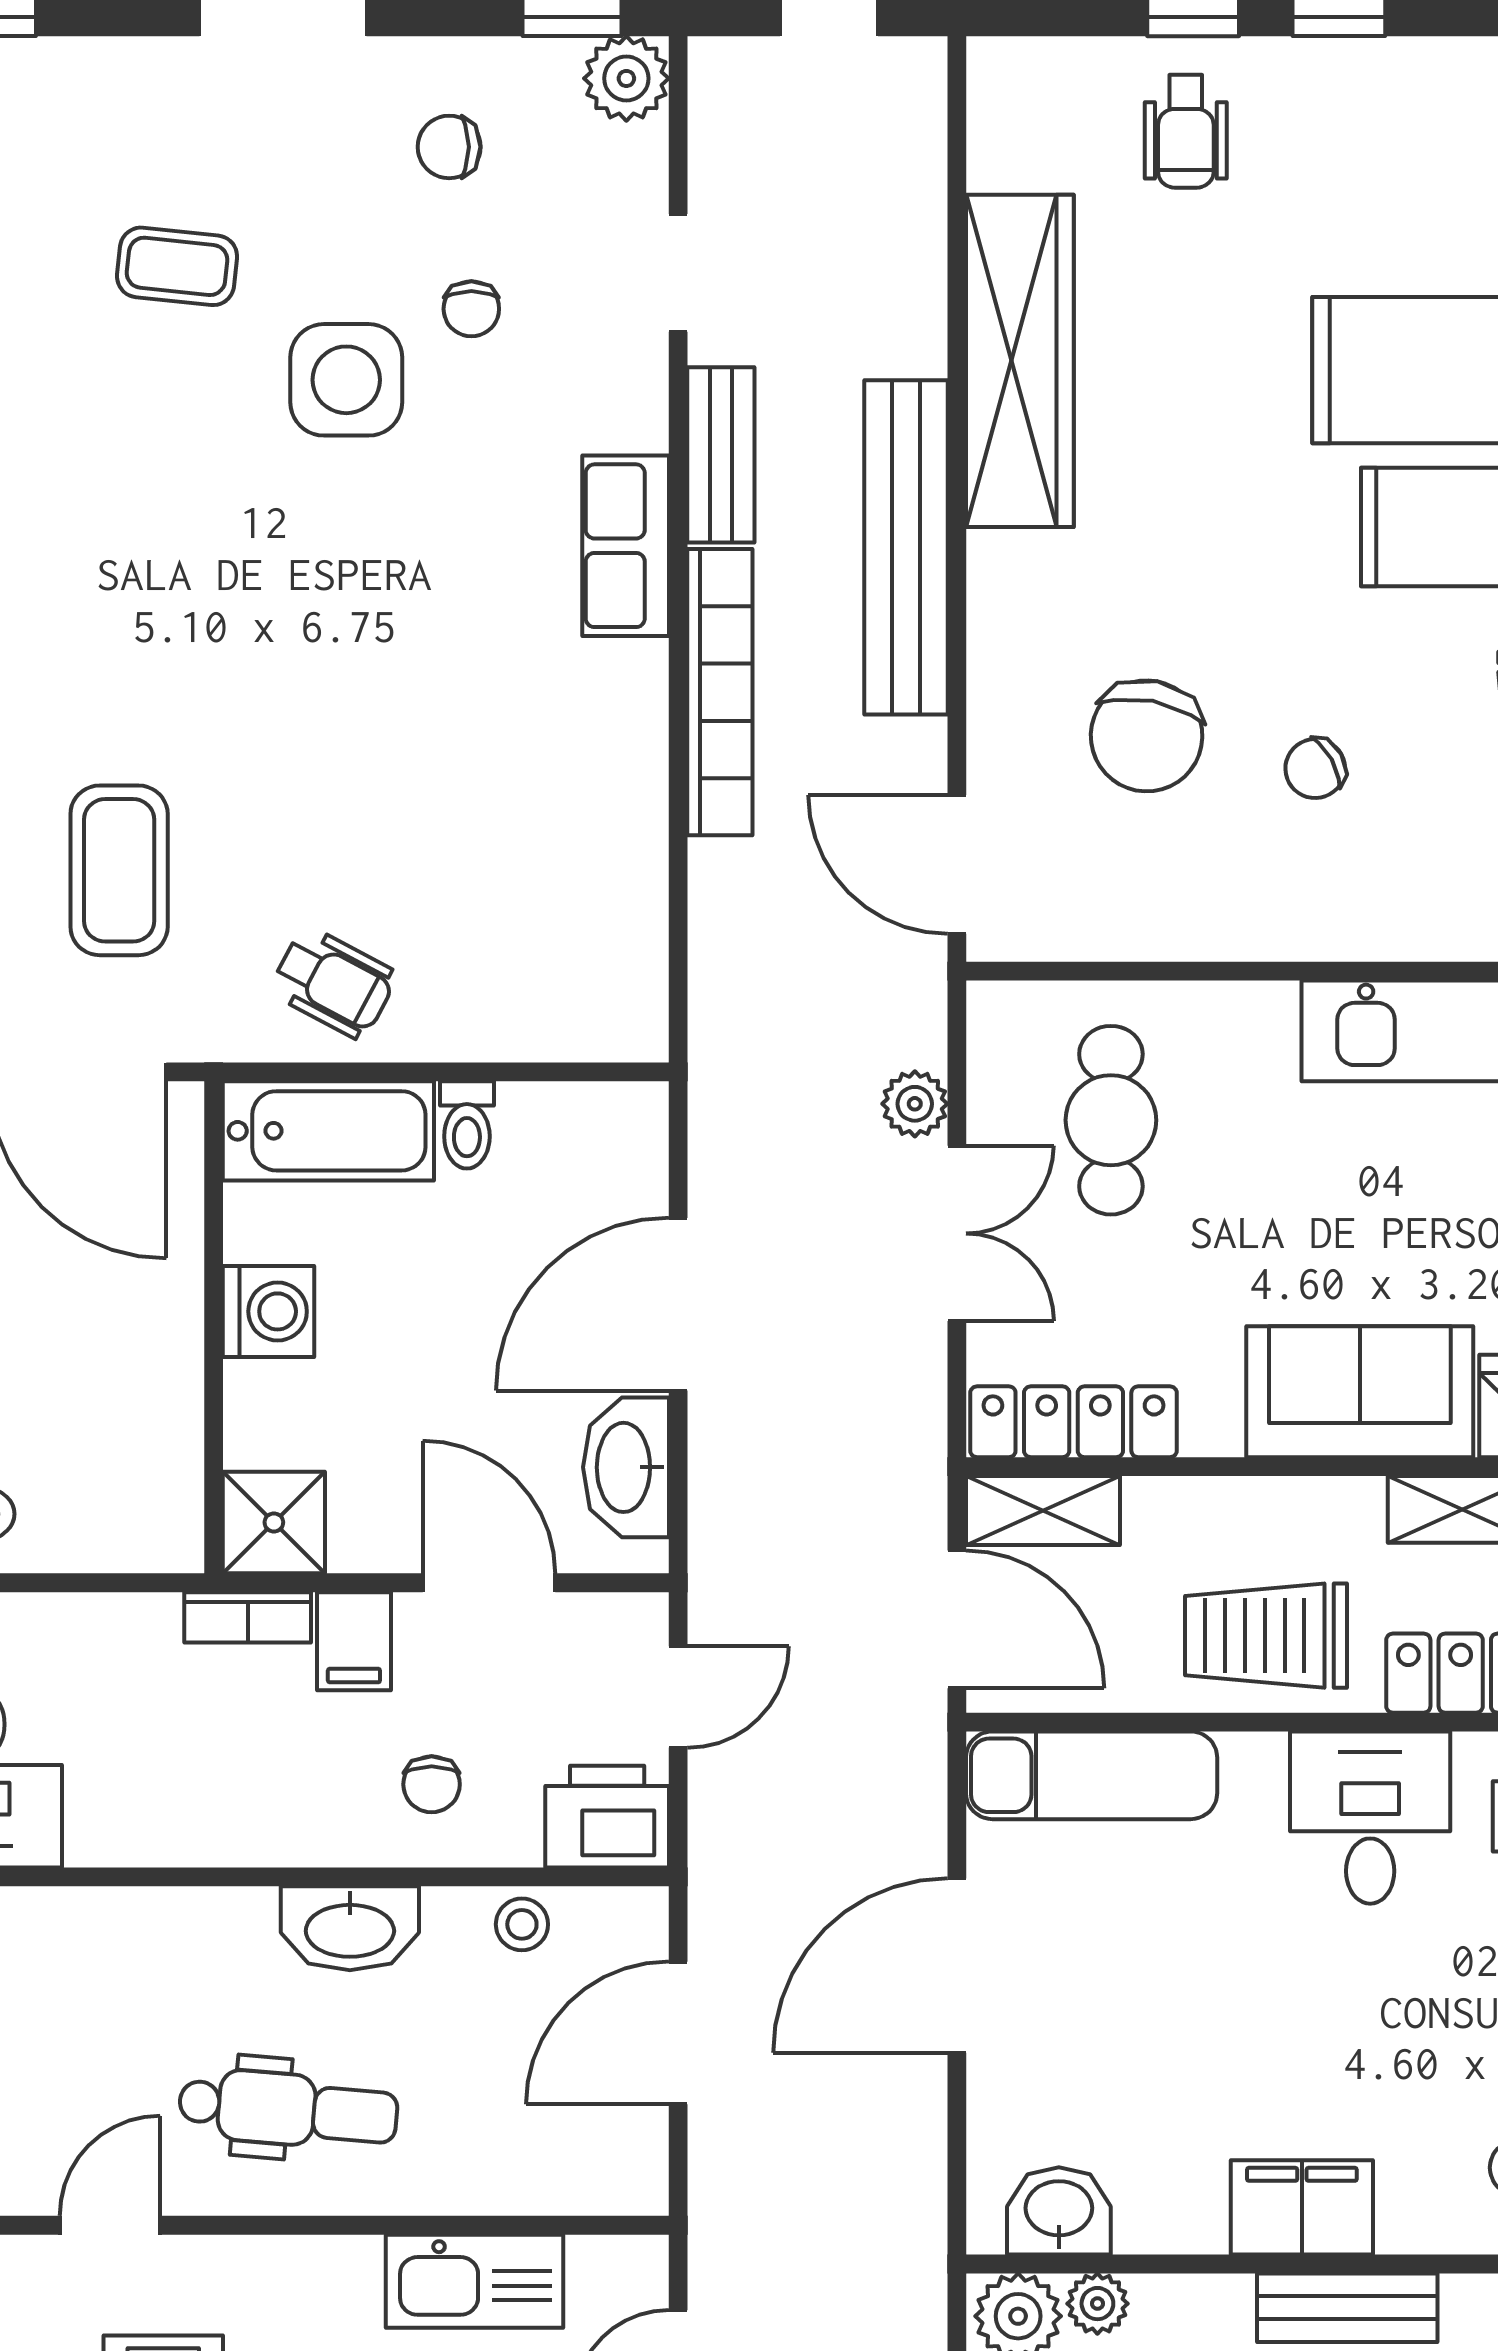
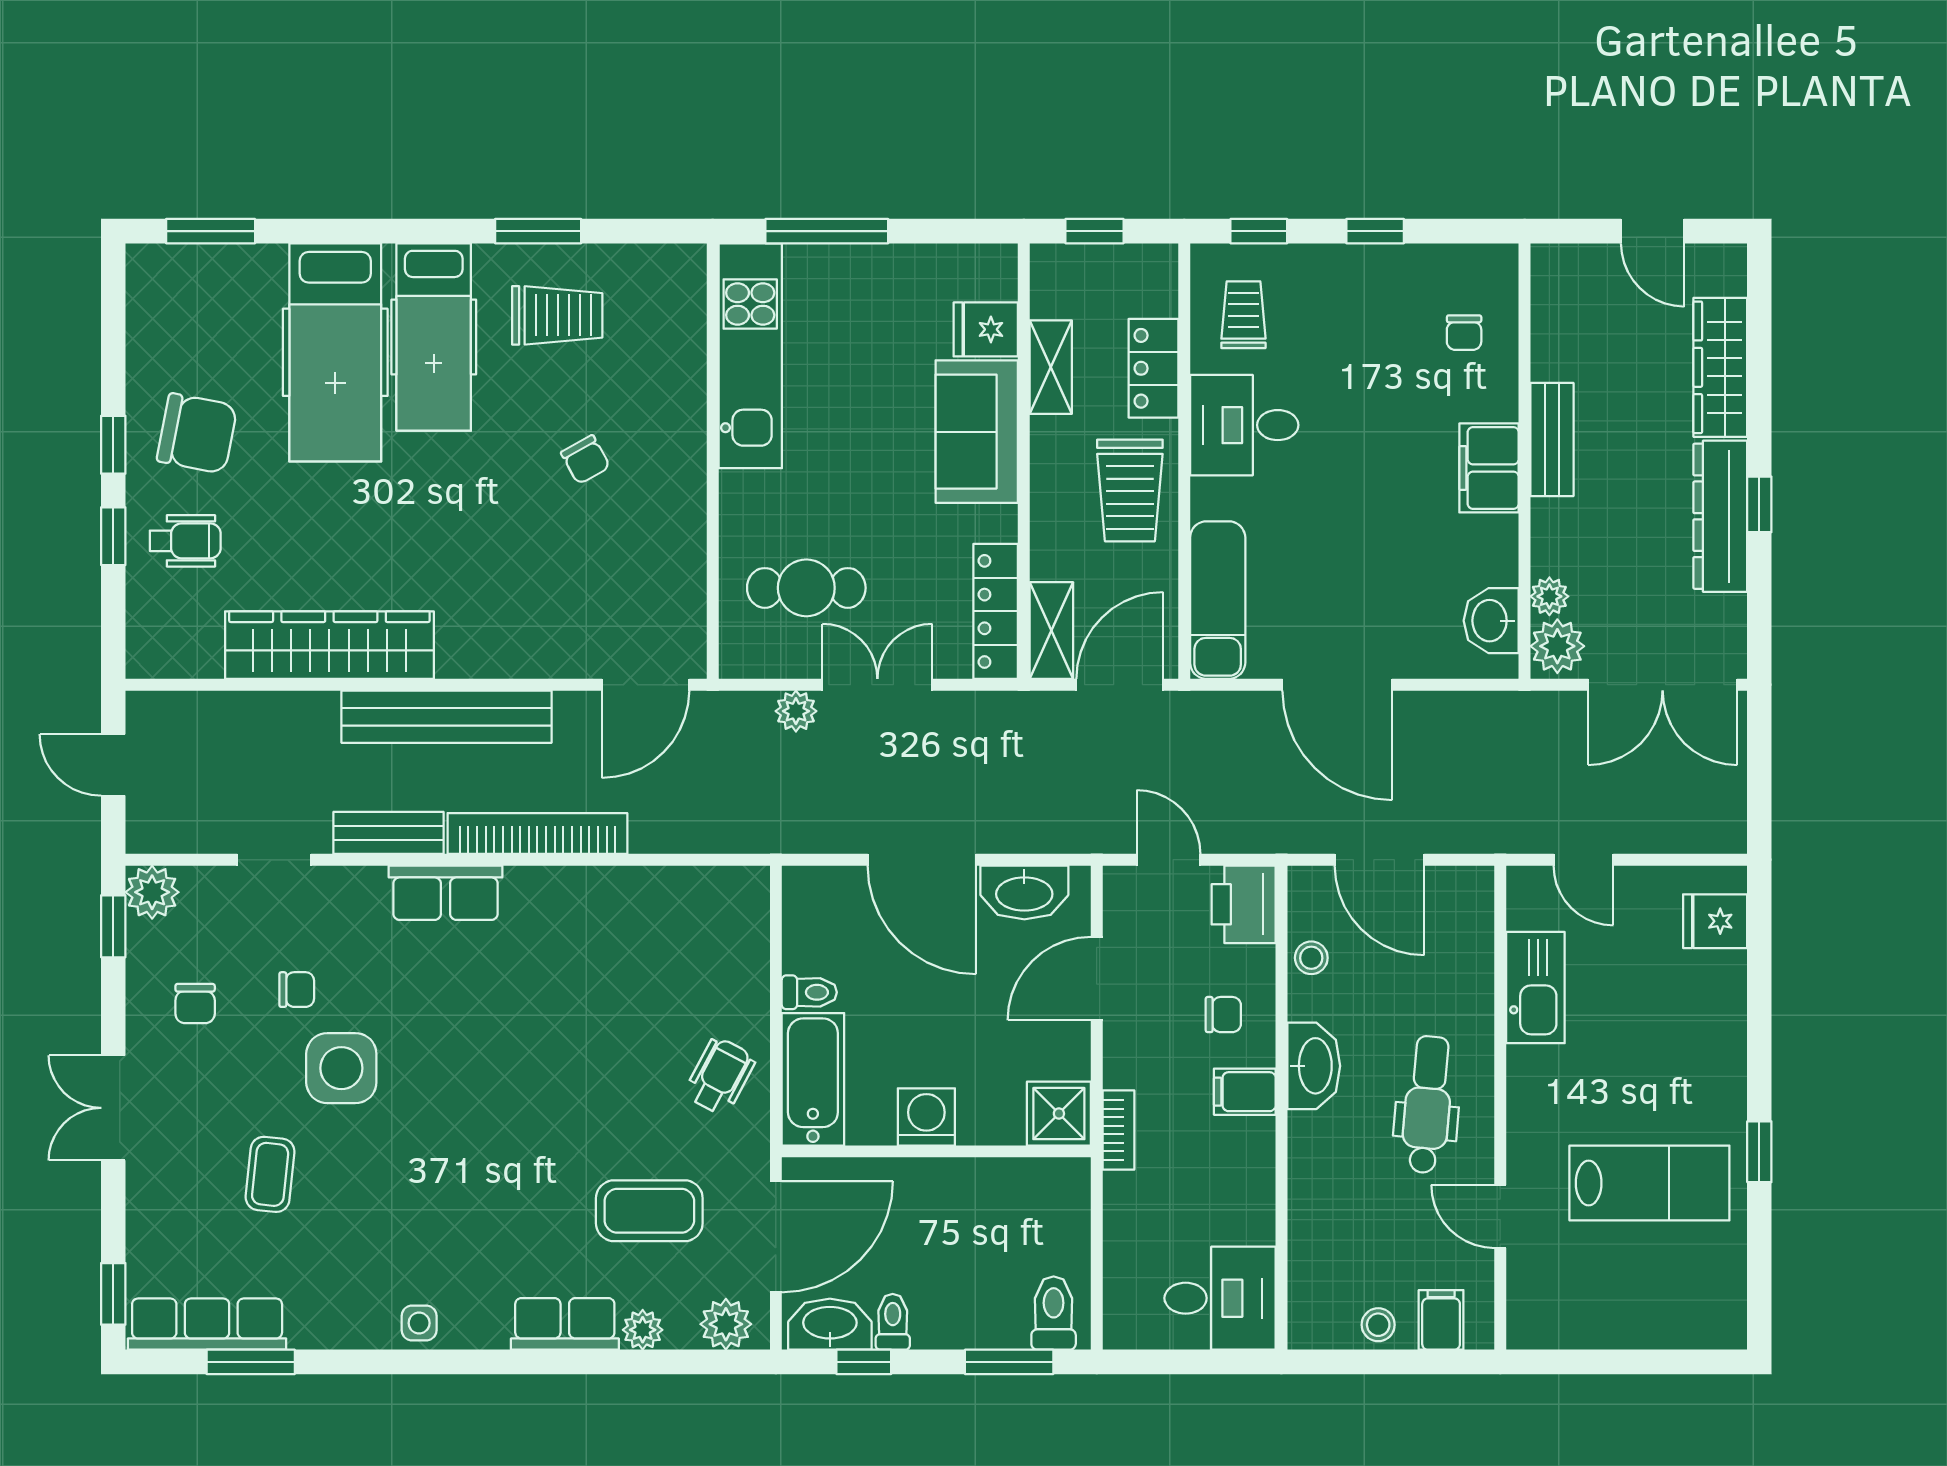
chair: (1147, 736) -> (197, 433), moved
filing cabinet: (354, 1641) -> (1245, 1092), moved, turned 180

